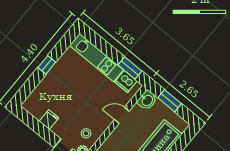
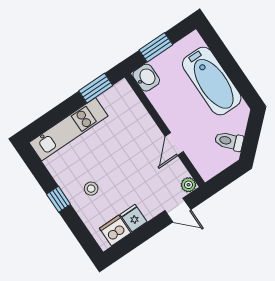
dishwasher: (126, 81) -> (115, 231), moved, turned 180
door: (122, 115) -> (174, 144), moved
stool: (86, 133) -> (91, 189), moved

